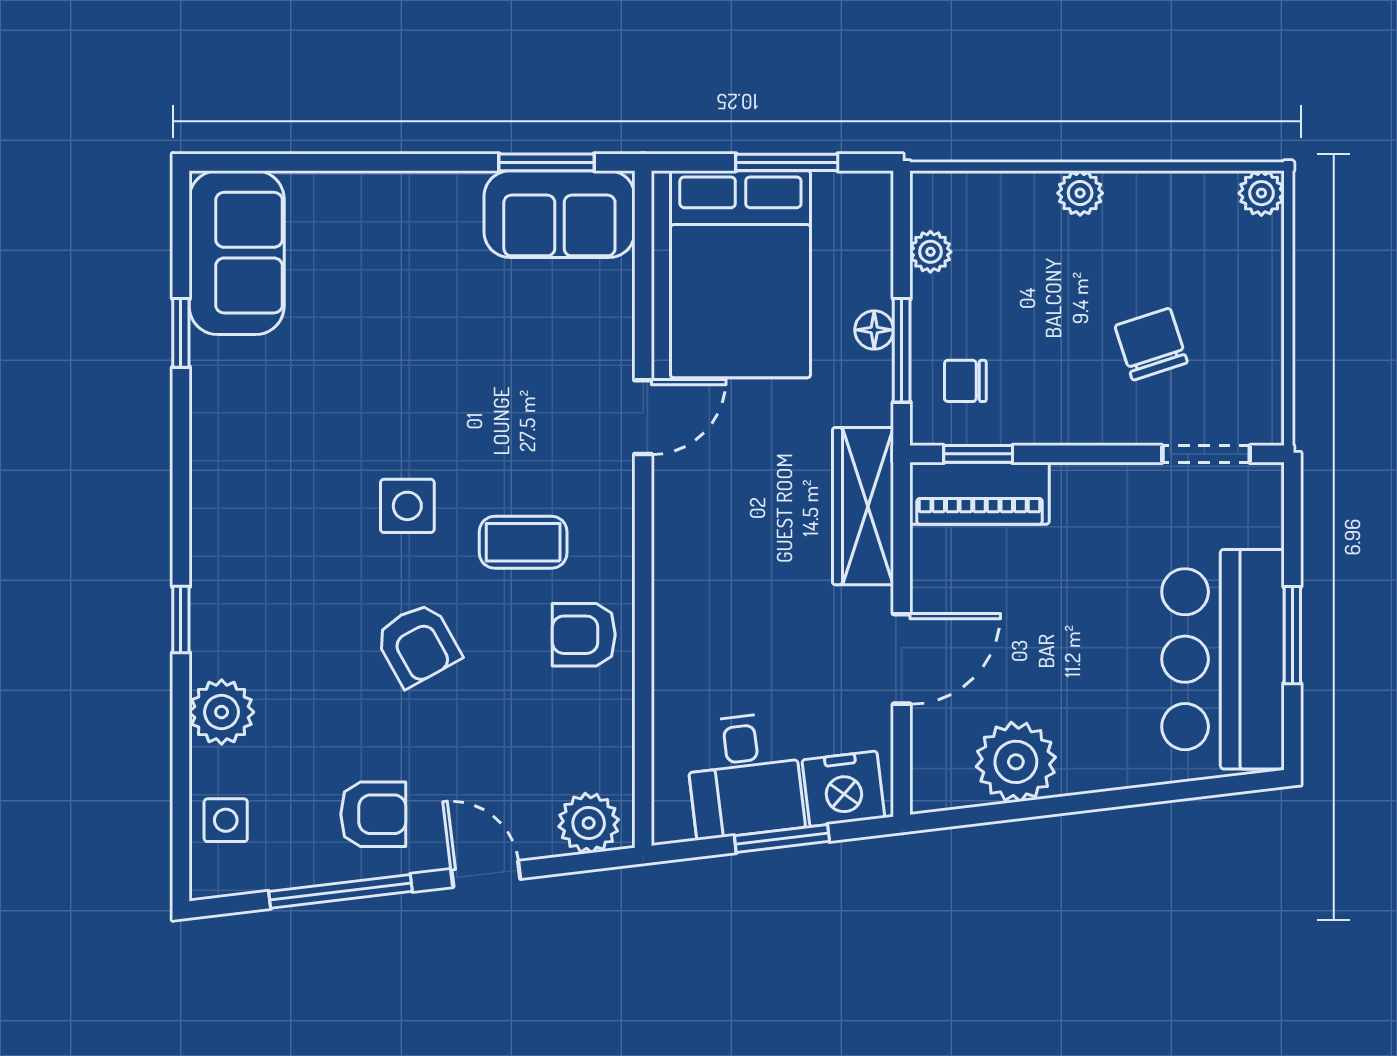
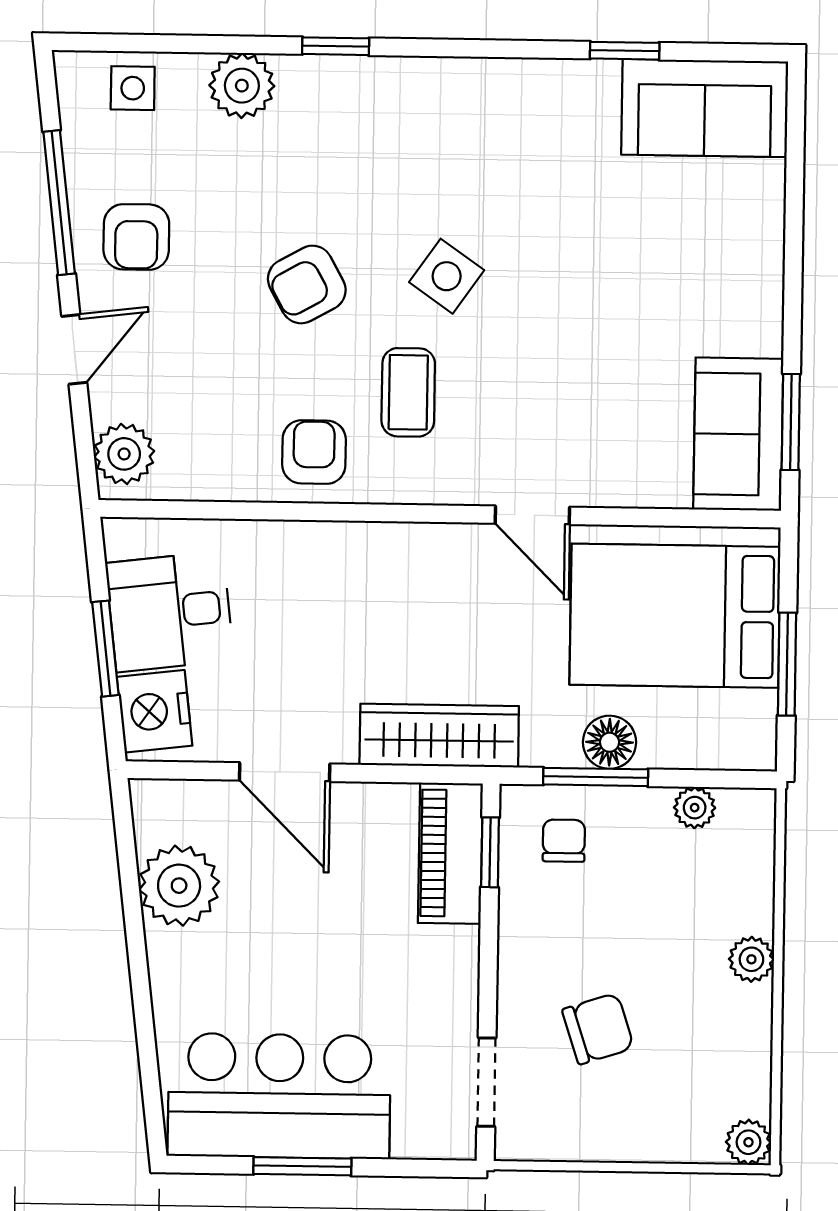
floor lamp: (874, 330) -> (610, 742), width x1.37, depth x1.37
side table: (407, 506) -> (447, 276), turned 35

